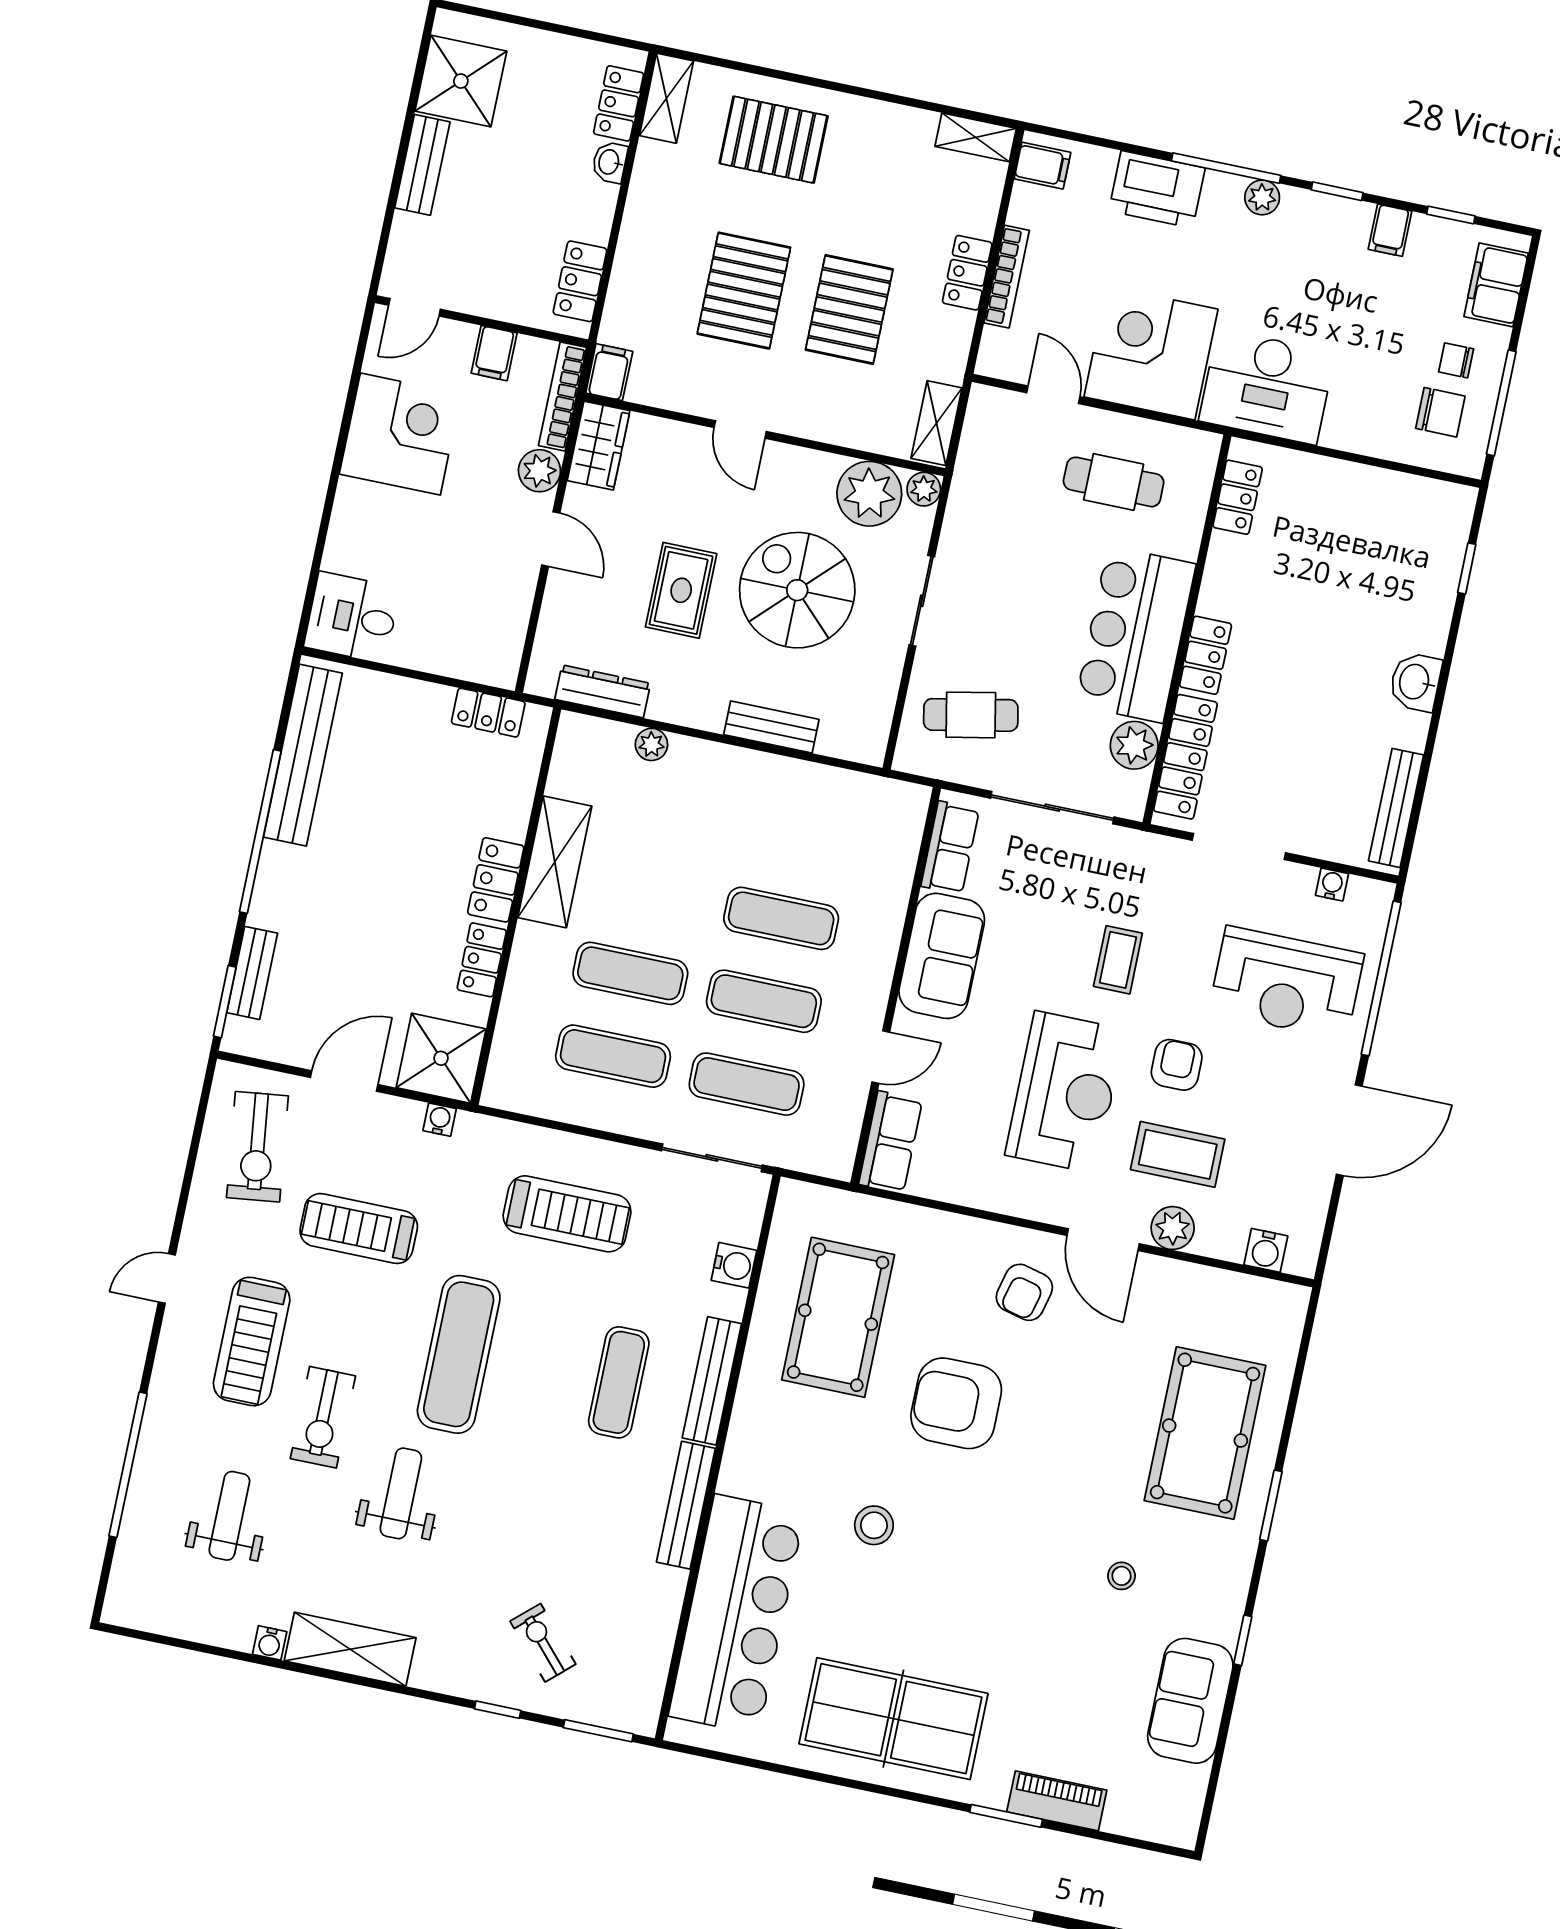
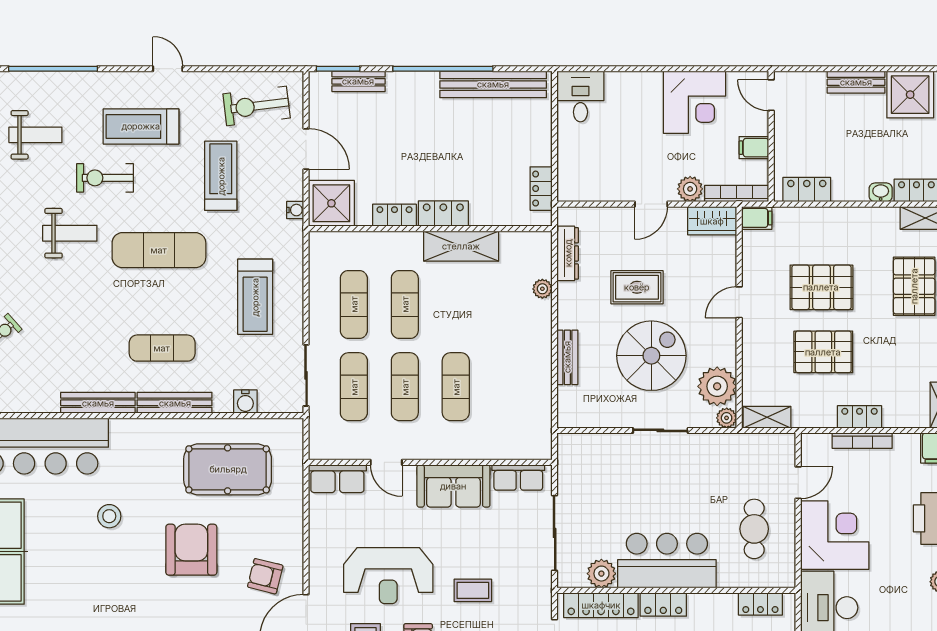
cafe table: (971, 715) -> (599, 473), removed

